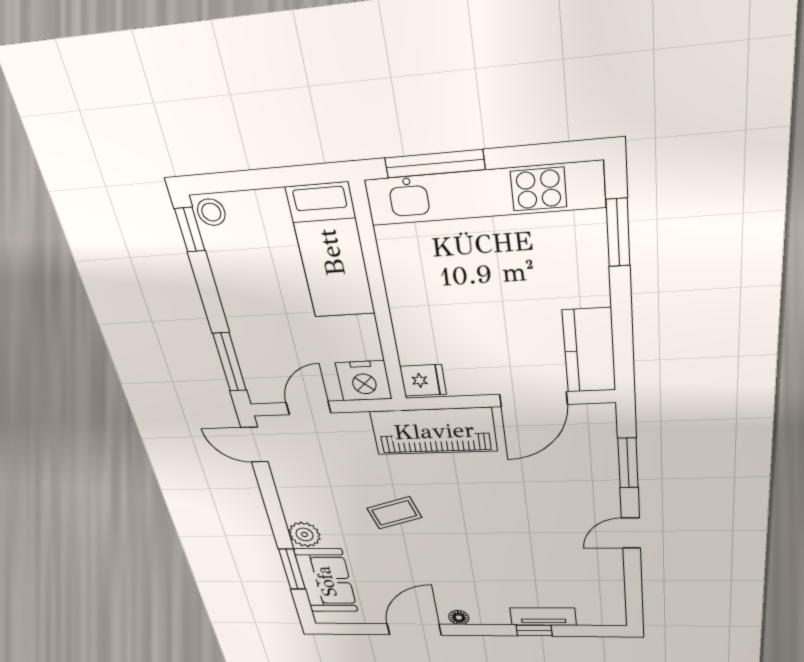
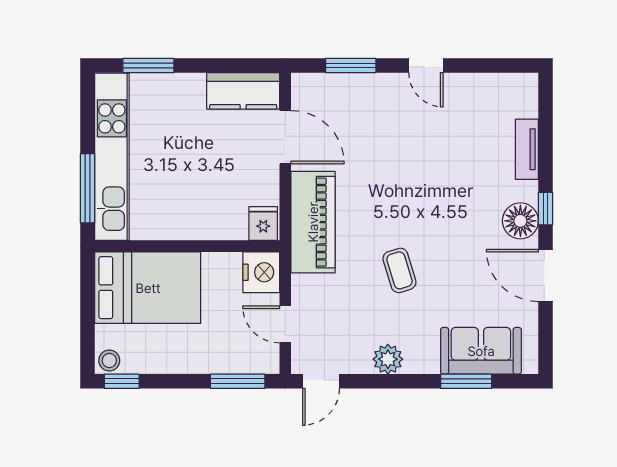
bed: (331, 252) -> (148, 288), width x1.50
plant: (305, 534) -> (388, 359), moved
floor lamp: (459, 617) -> (520, 221), width x1.89, depth x1.89
window: (534, 630) -> (546, 209), moved

